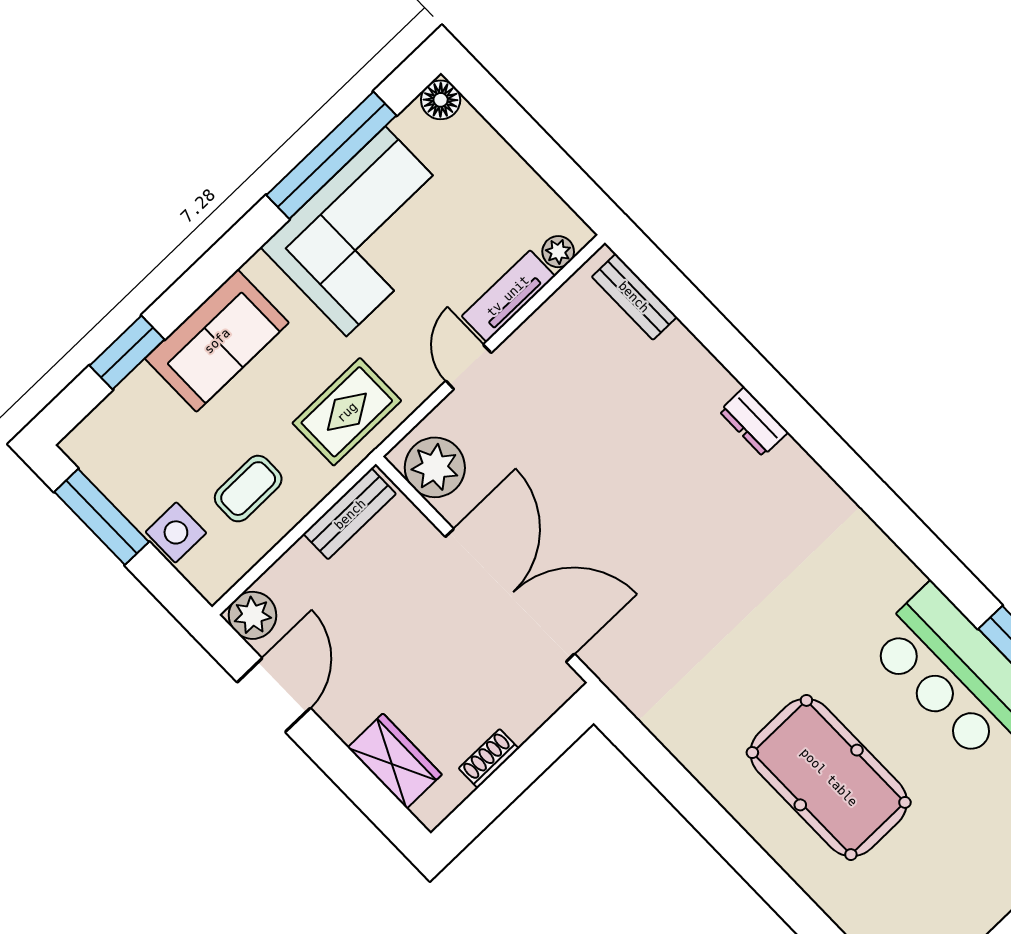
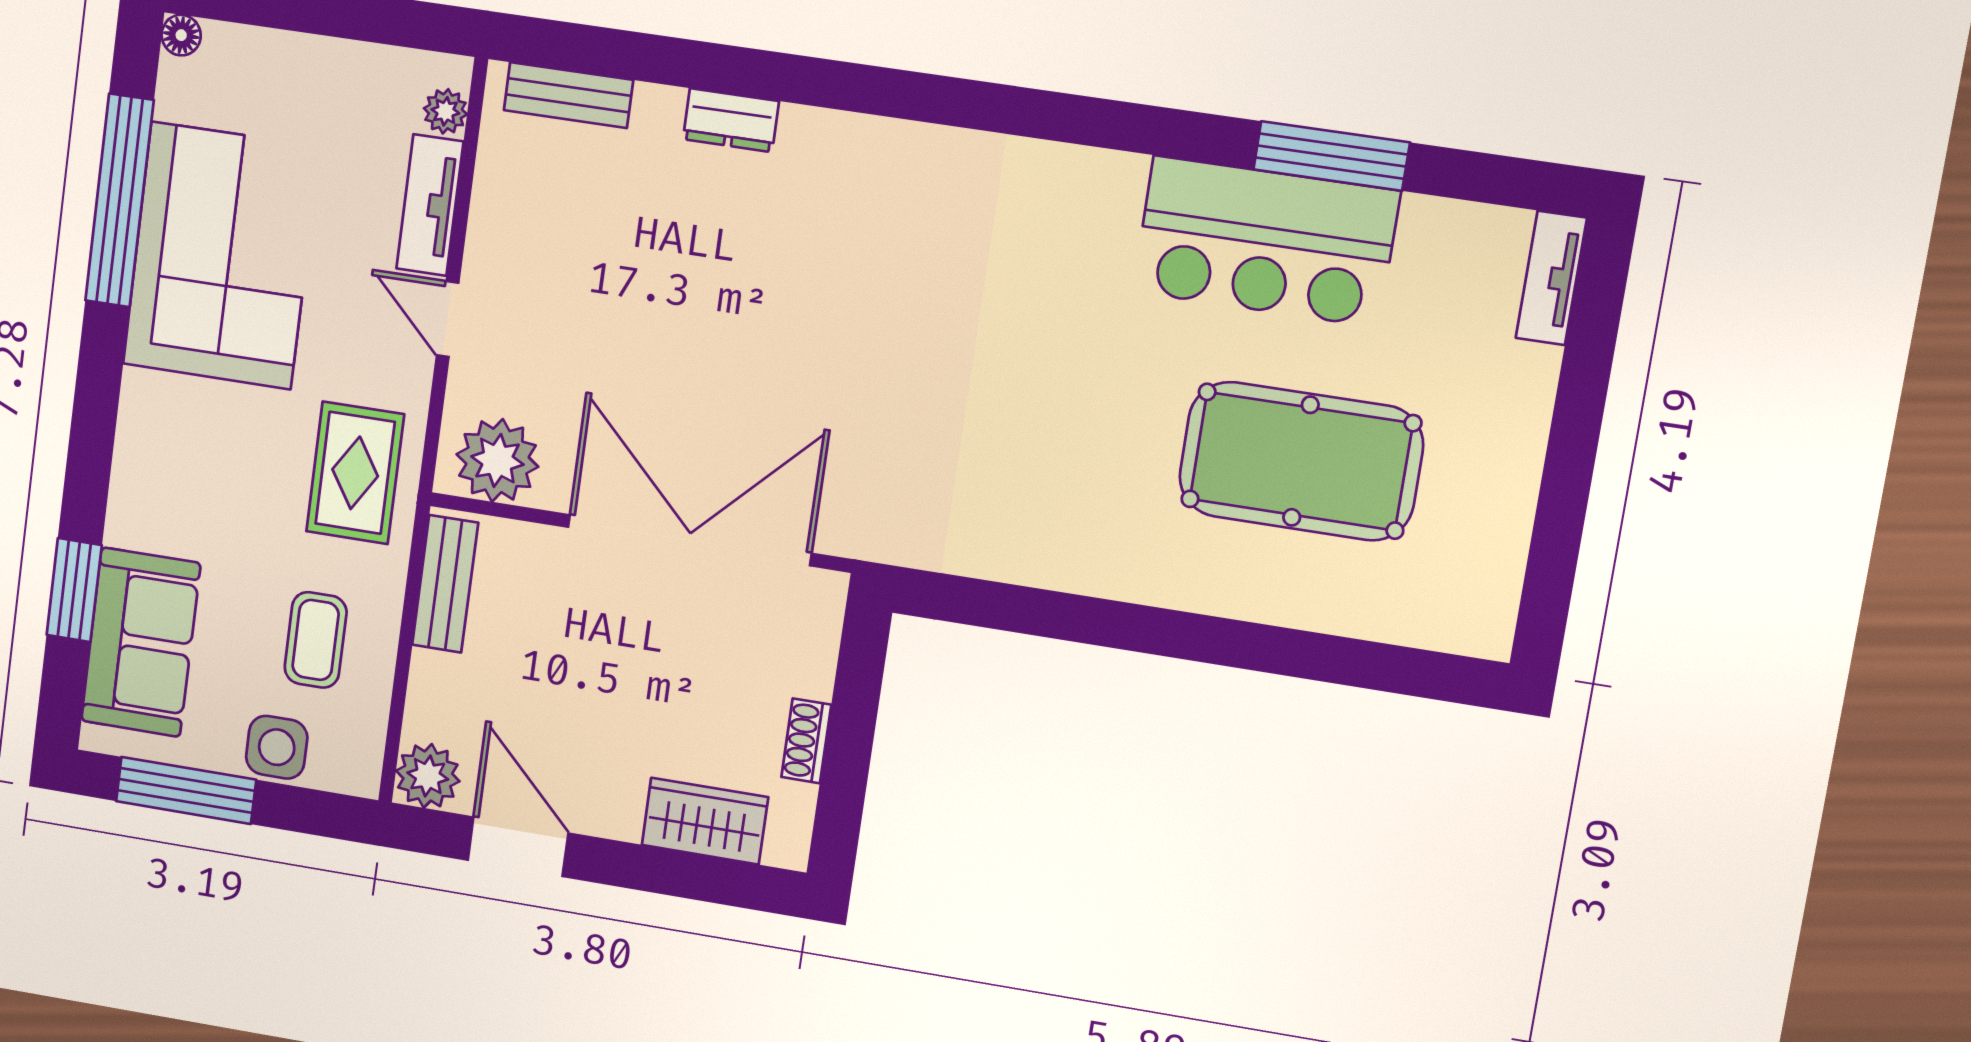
floor lamp: (441, 100) -> (181, 35), width x0.73, depth x0.73
sofa: (217, 341) -> (141, 642), moved
dresser: (754, 422) -> (731, 120), moved
pool table: (829, 777) -> (1301, 461), moved

